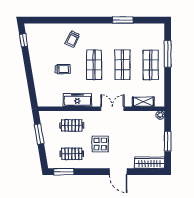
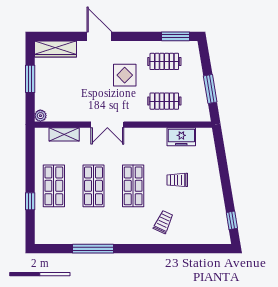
window: (123, 20) -> (93, 249), width x1.44
window: (168, 54) -> (30, 201), width x0.46
freezer: (77, 100) -> (181, 137), moved, width x0.71

